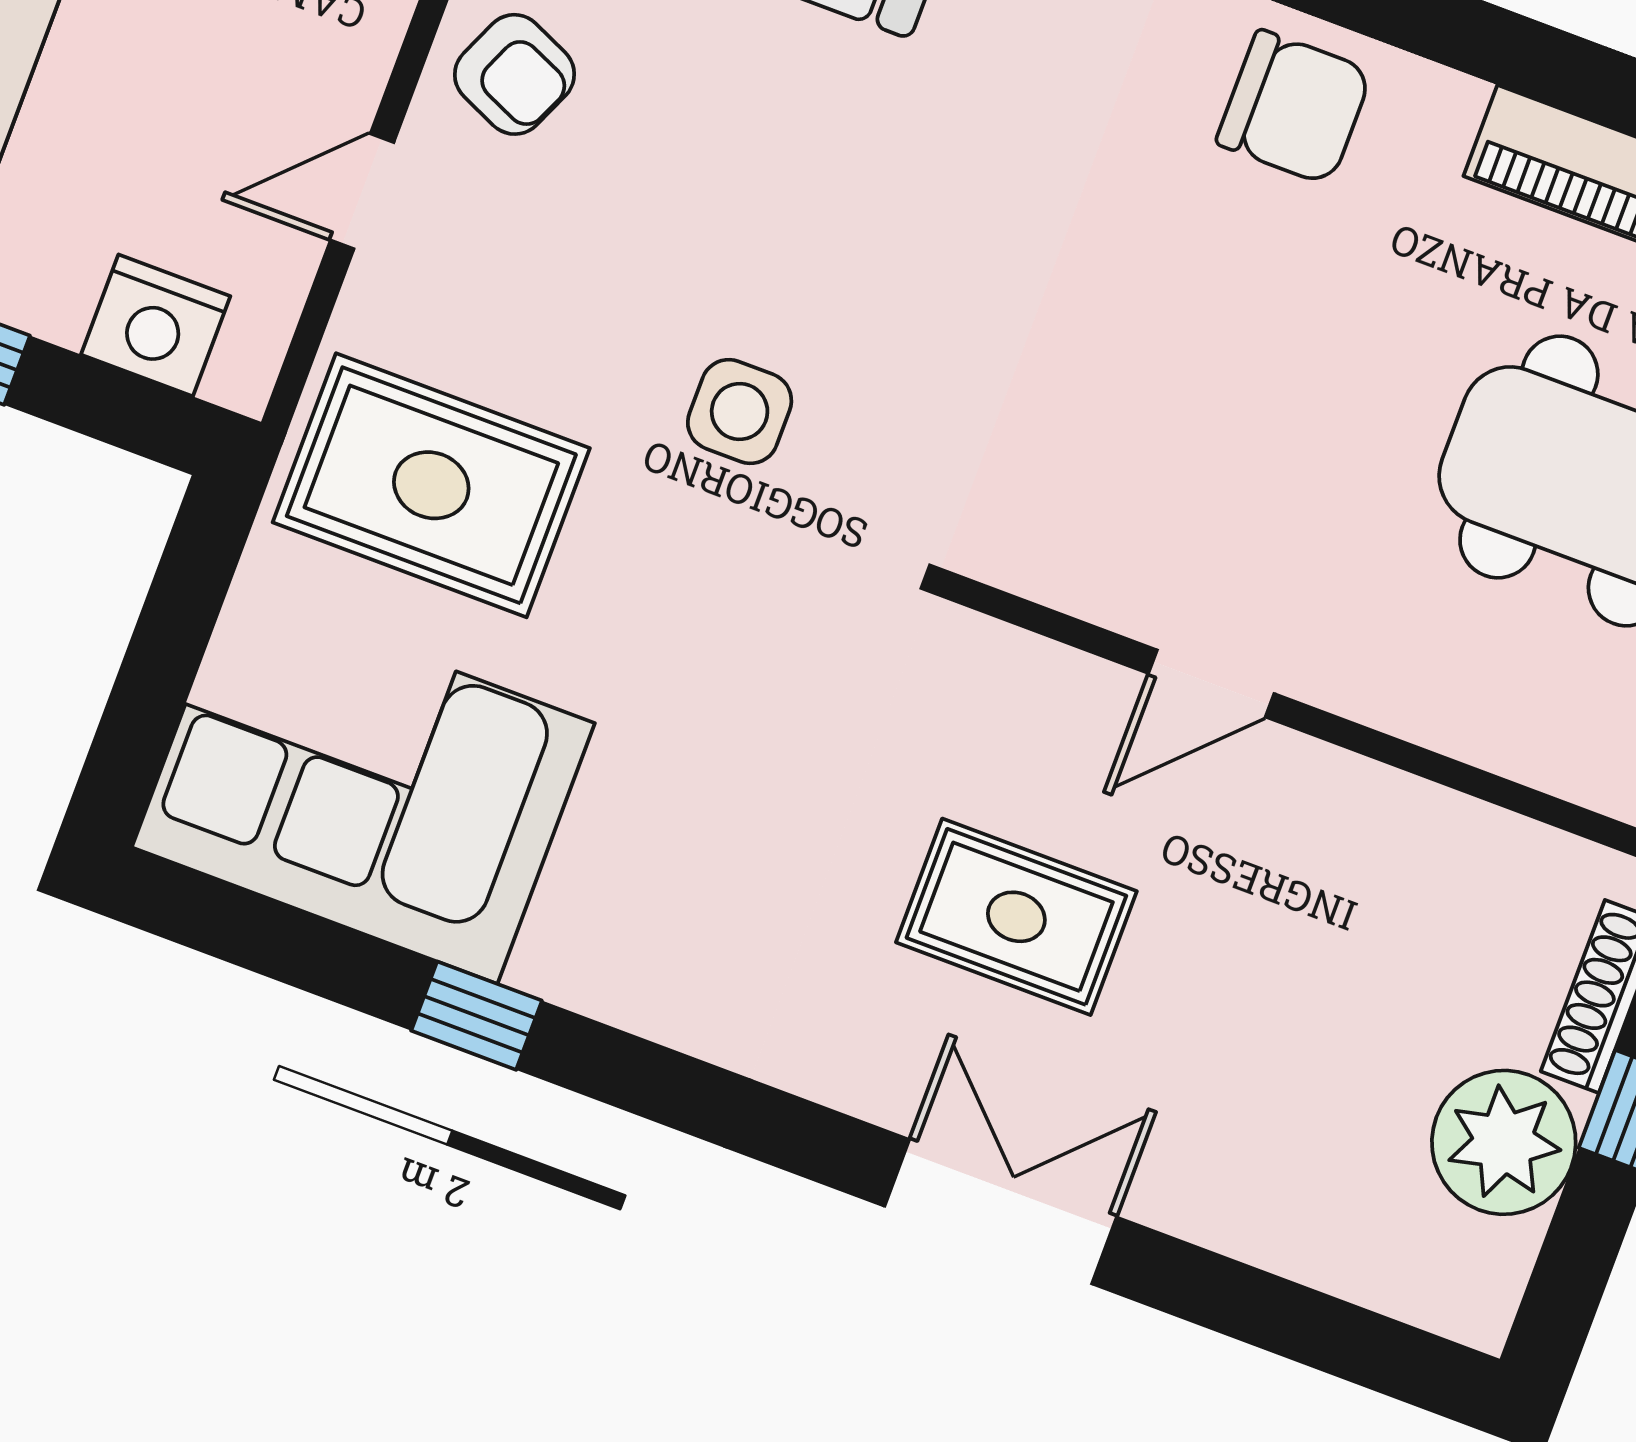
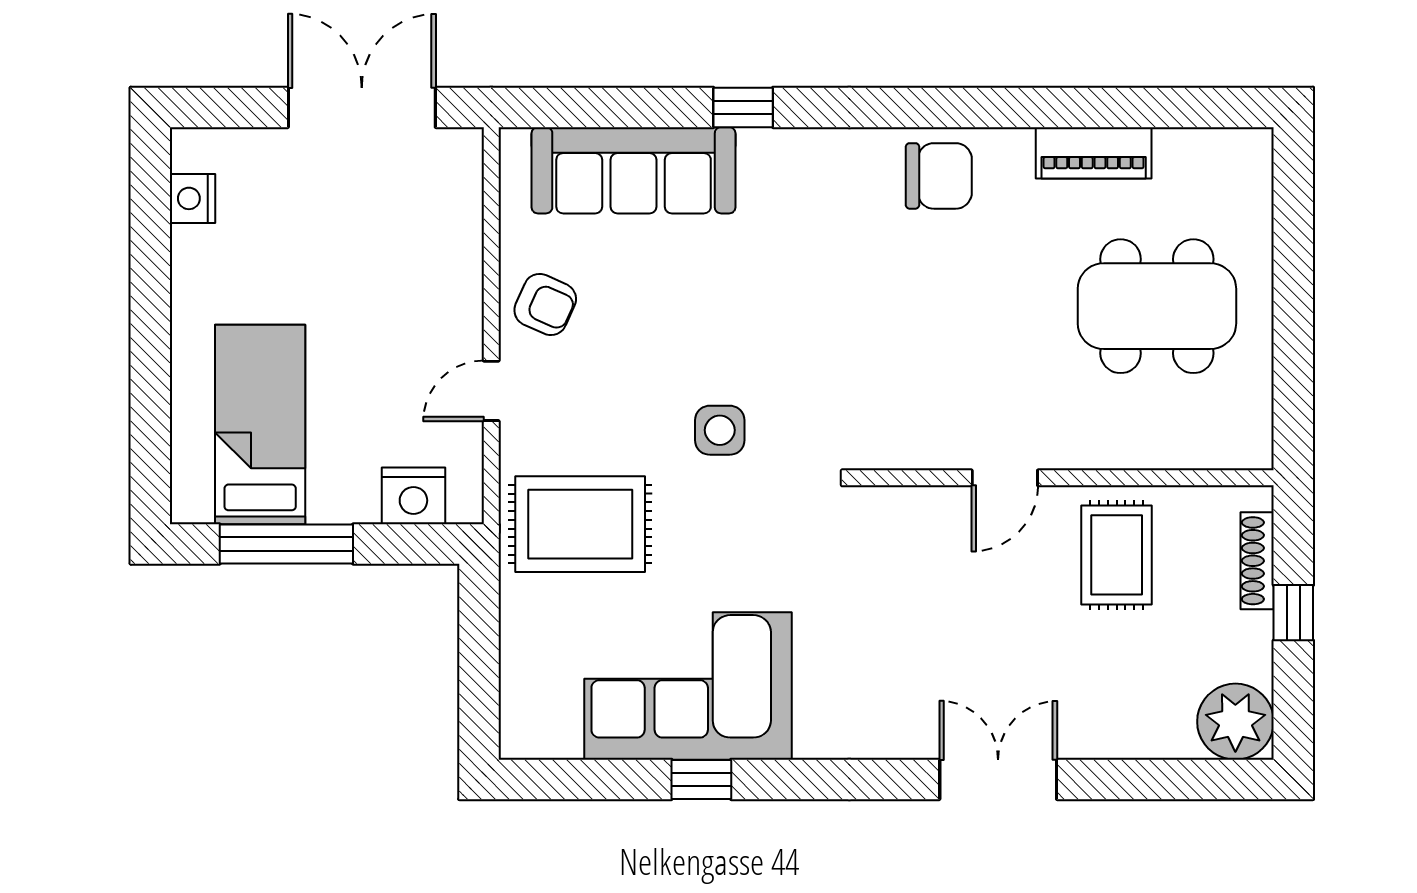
corner sofa: (363, 785) -> (688, 686), moved
rug: (1016, 917) -> (1117, 555), moved, turned 90
plant: (1504, 1142) -> (1235, 722), moved

